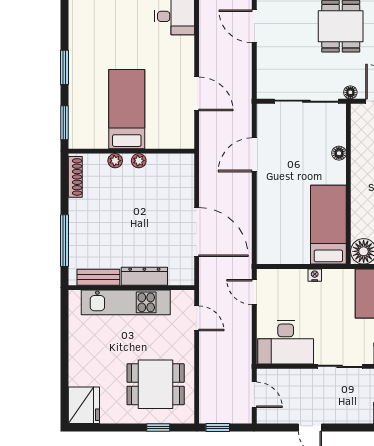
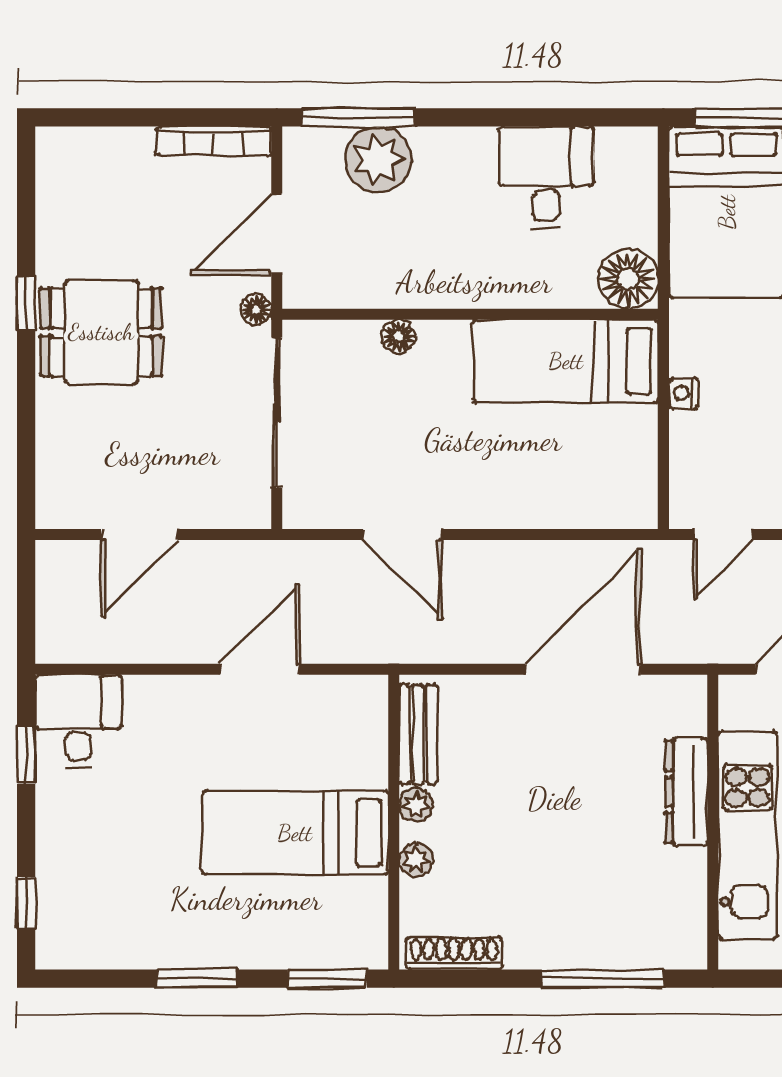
door: (254, 26) -> (139, 534), moved
bench: (98, 277) -> (418, 734), moved

